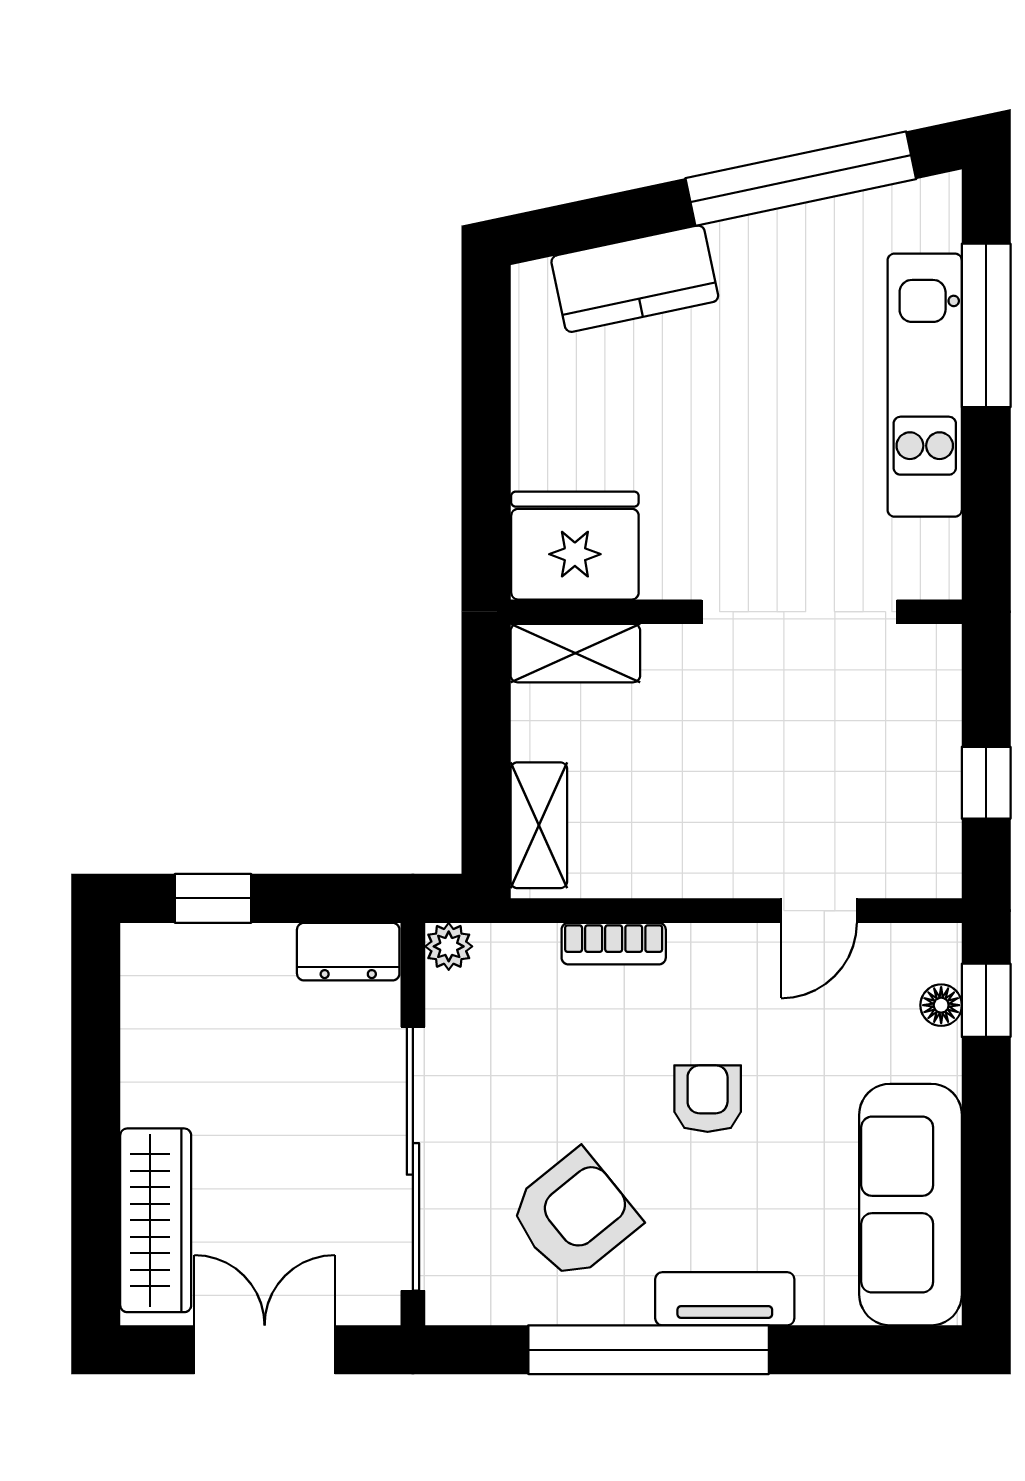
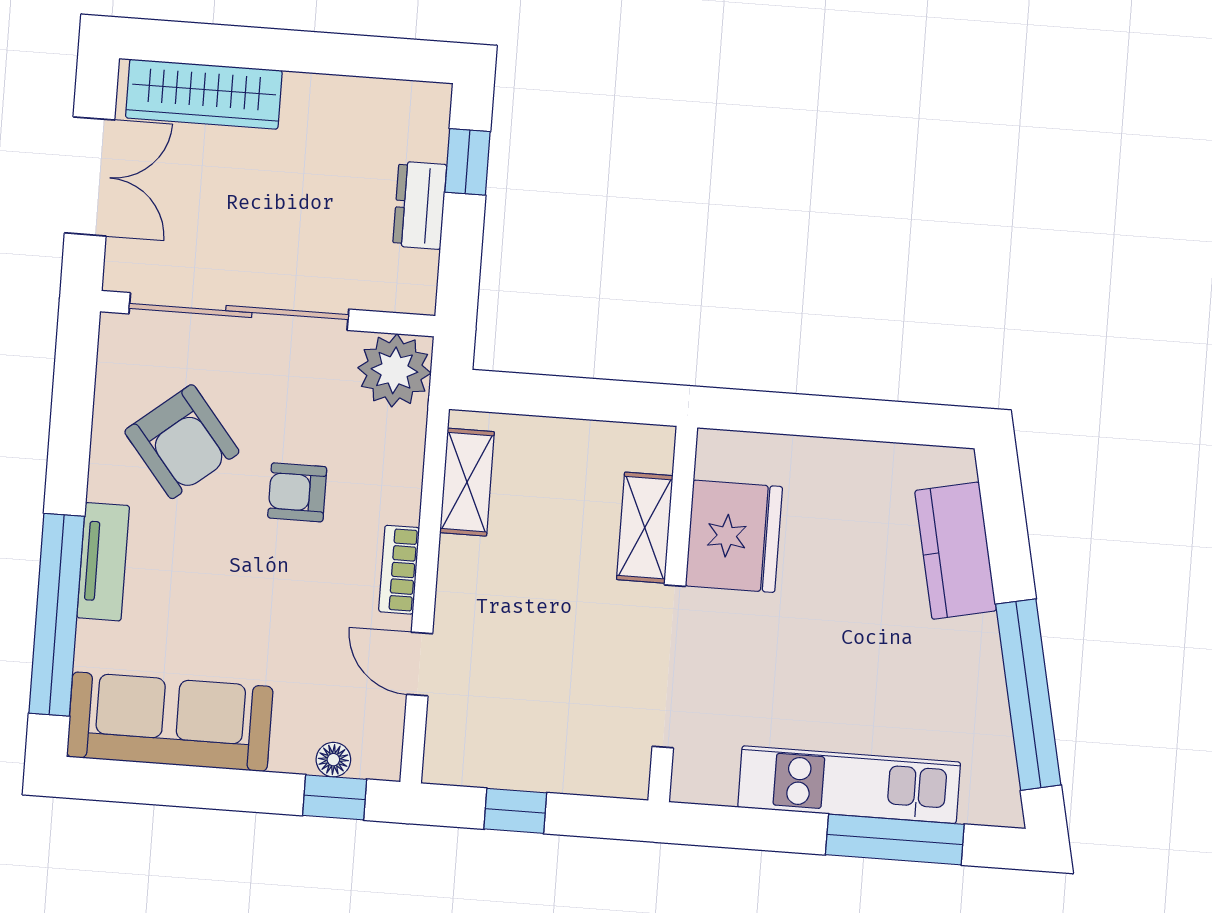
fridge: (575, 546) -> (734, 536), moved
shelving: (575, 653) -> (645, 528), moved
shelving: (539, 825) -> (467, 482), moved, turned 90
bookcase: (614, 944) -> (399, 570), moved
plant: (449, 946) -> (394, 370), width x1.88, depth x1.88
dresser: (348, 952) -> (420, 205), moved
armchair: (708, 1099) -> (297, 492), moved, turned 180
window: (649, 1350) -> (57, 615), moved

